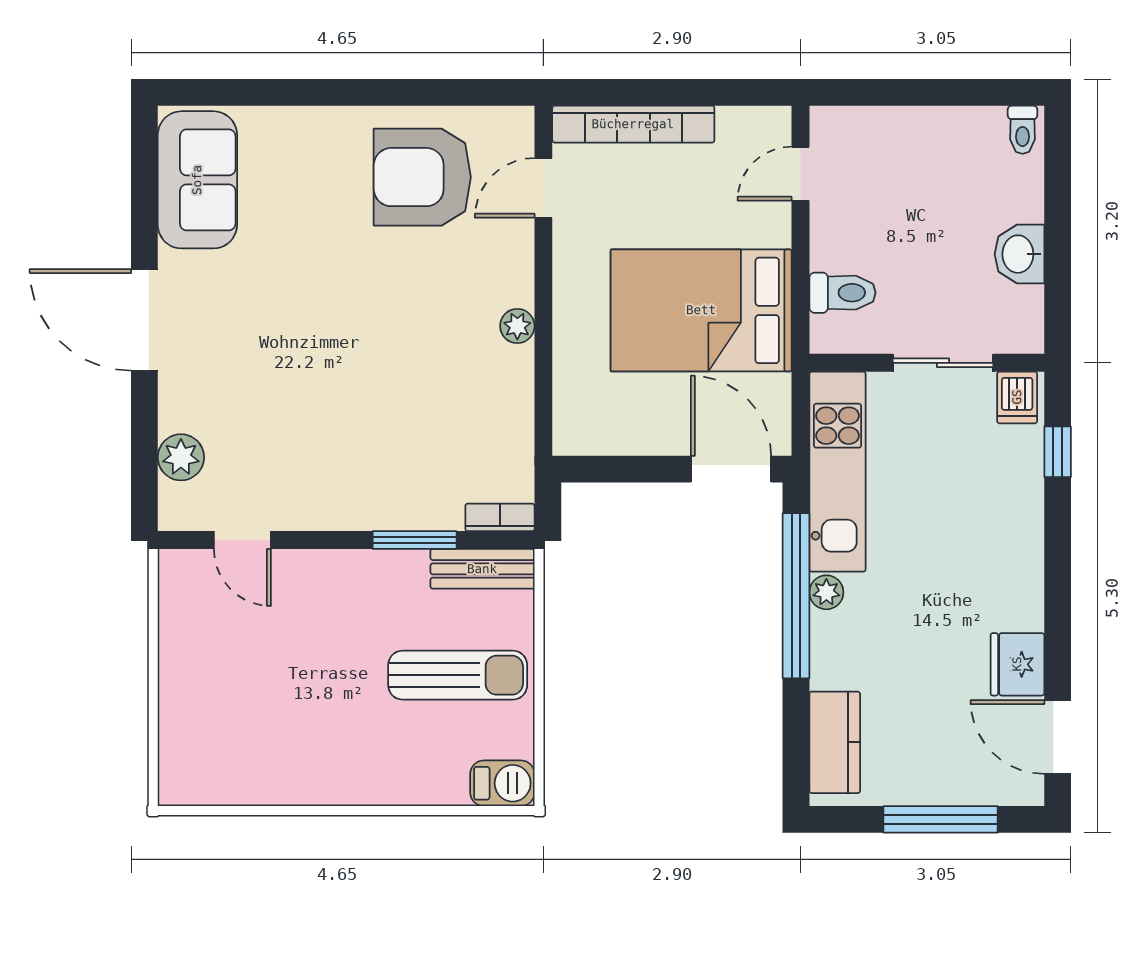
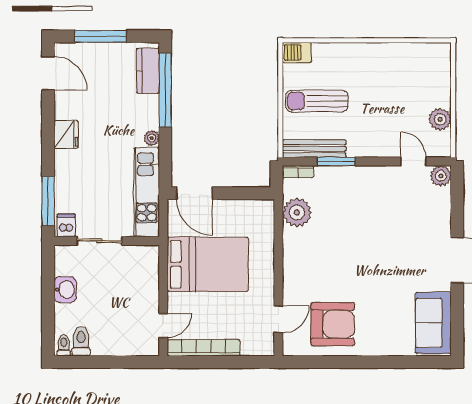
bookcase: (633, 124) -> (204, 348), moved
toilet: (843, 293) -> (81, 341), moved, turned 90
plant: (517, 326) -> (297, 212), moved, width x1.87, depth x1.87
window: (1058, 452) -> (48, 201), width x2.17
plant: (181, 457) -> (441, 176), moved
bench: (482, 569) -> (314, 149), width x1.36
window: (796, 596) -> (165, 90), moved
plant: (183, 634) -> (440, 119), added
fridge: (1017, 664) -> (66, 134), moved

